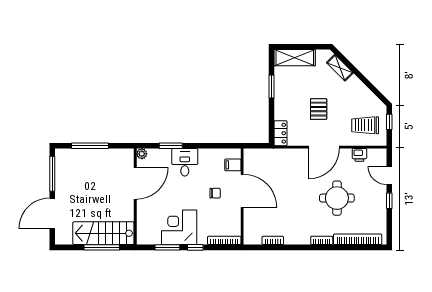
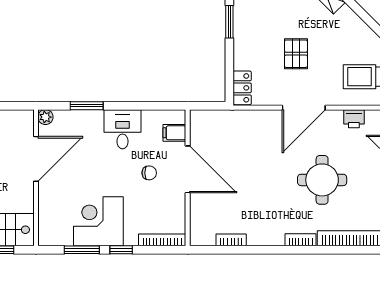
desk: (185, 162) -> (123, 129), moved

